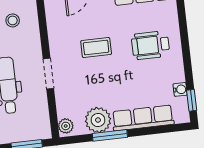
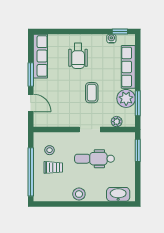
coffee table: (96, 48) -> (92, 93), moved
plant: (66, 126) -> (117, 122), moved
window: (110, 135) -> (138, 103), moved

